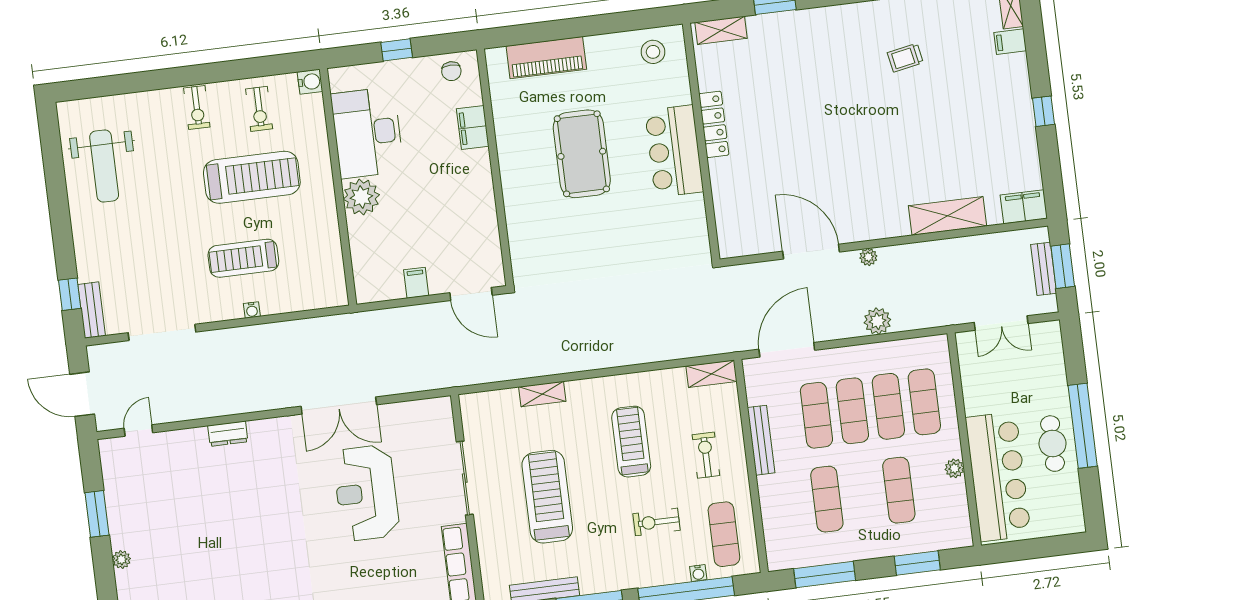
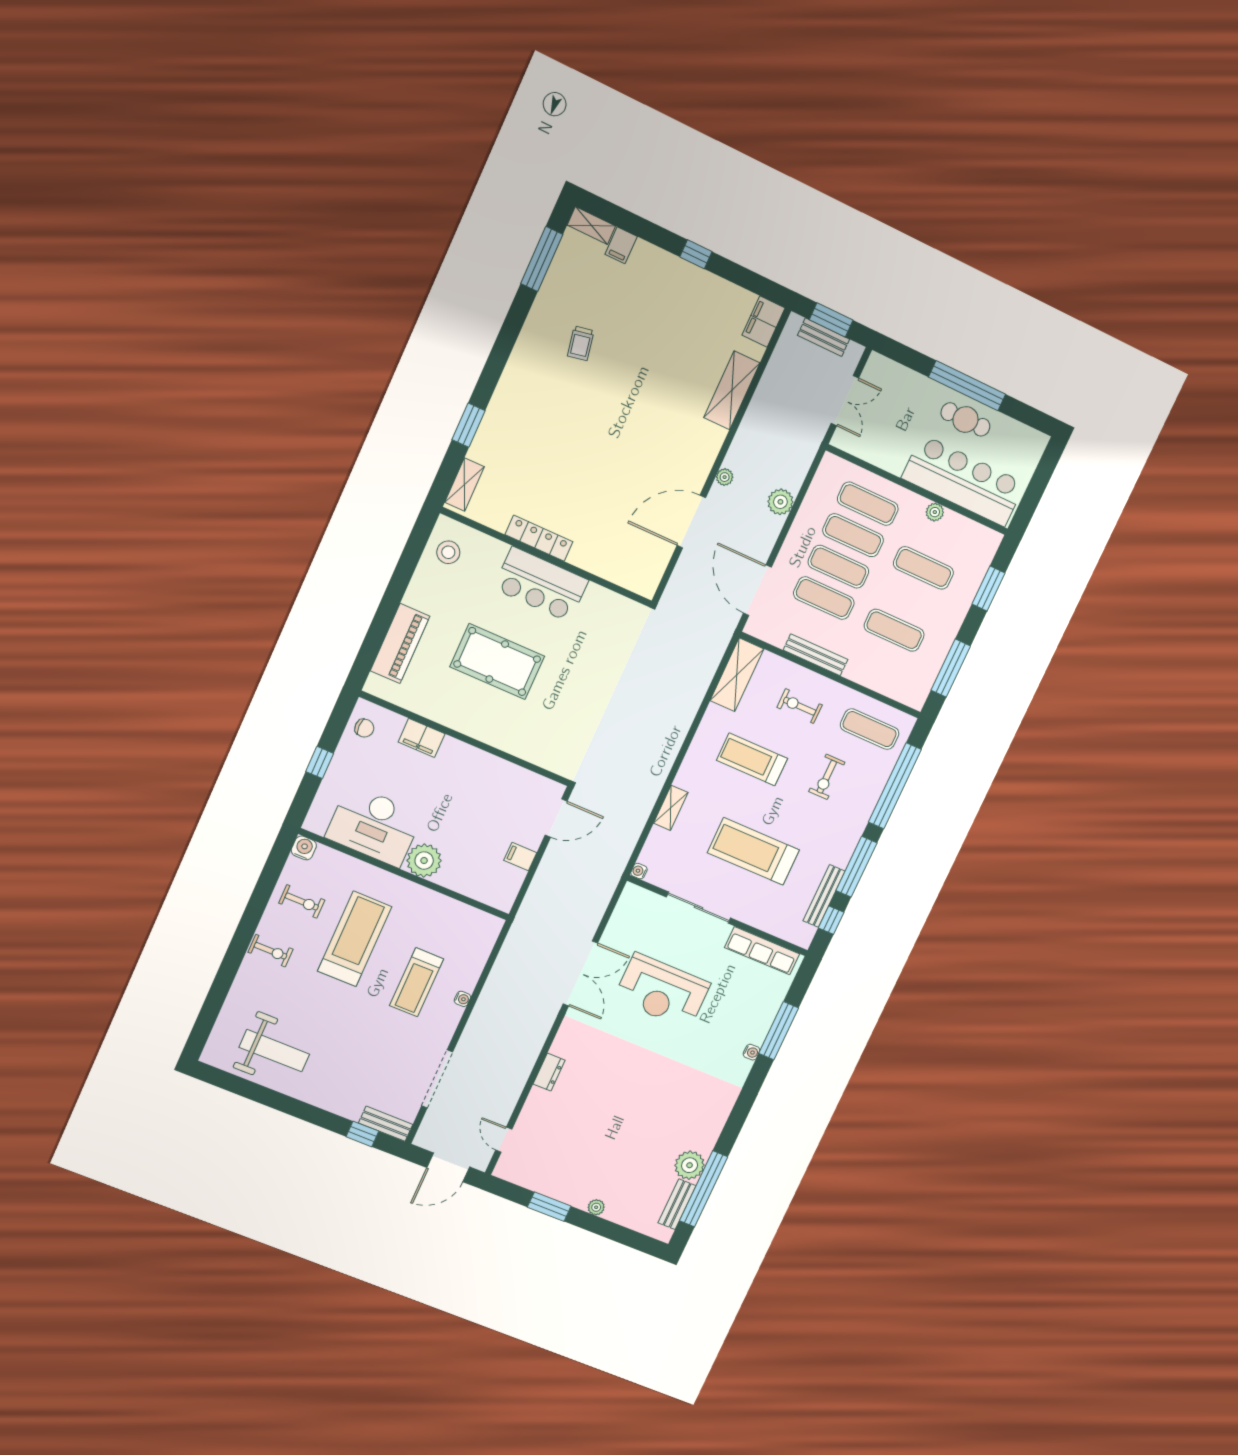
shelving: (711, 374) -> (737, 675), width x1.50, depth x1.33
water cooler: (698, 573) -> (639, 871), moved, turned 180

